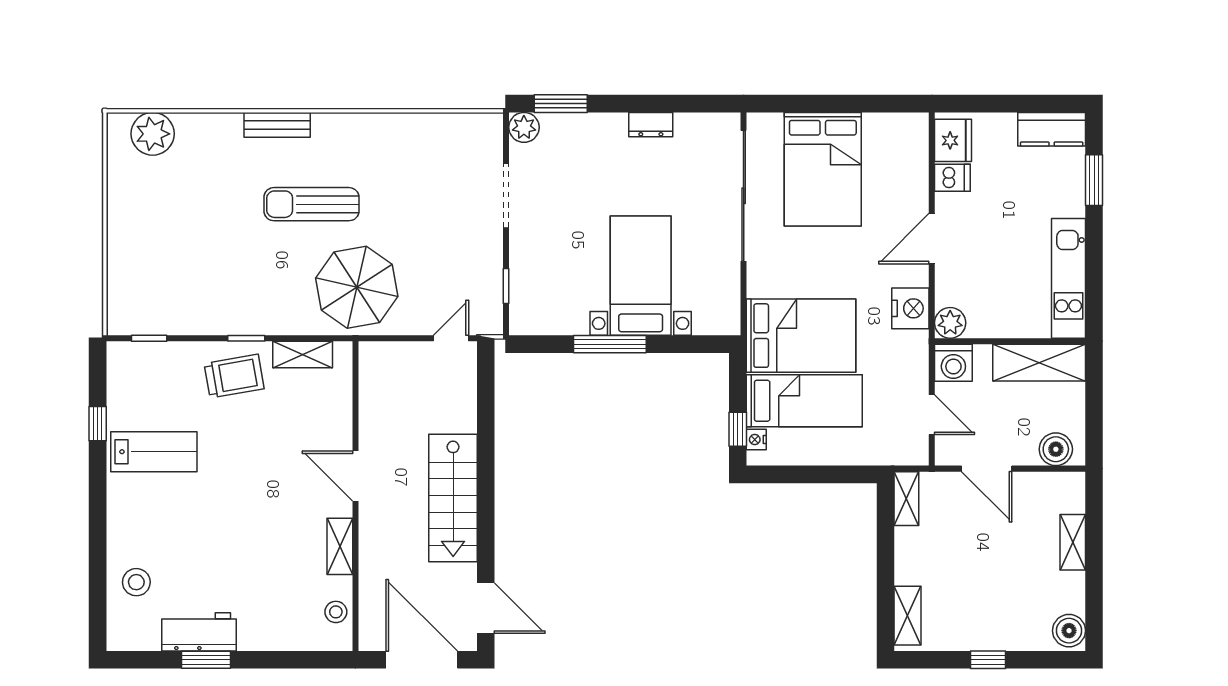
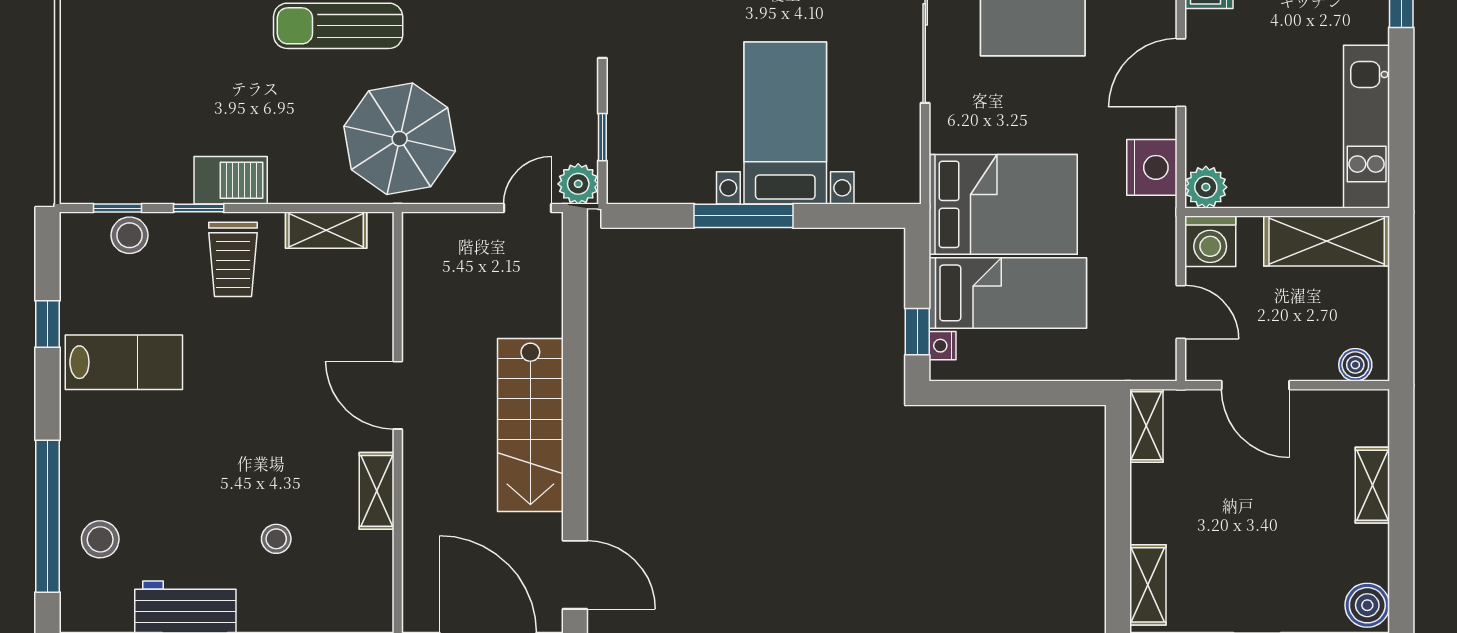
barbecue: (232, 318) -> (231, 180), added
plant: (488, 320) -> (578, 184), added
window: (246, 338) -> (199, 208), moved
stool: (158, 358) -> (129, 235), added
trolley: (234, 376) -> (233, 259), turned 100
boiler: (1056, 449) -> (1355, 365), width x0.73, depth x0.73
window: (98, 565) -> (48, 516), added
stool: (336, 612) -> (276, 539), moved

